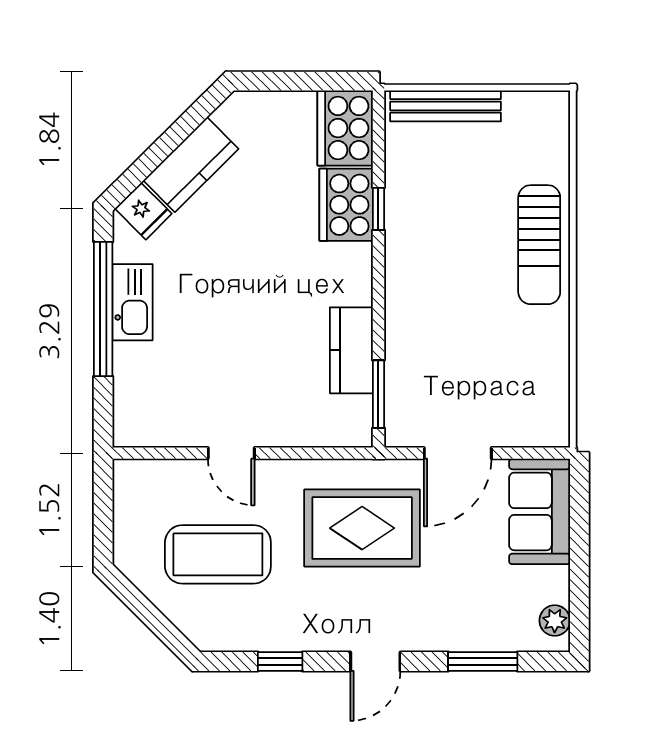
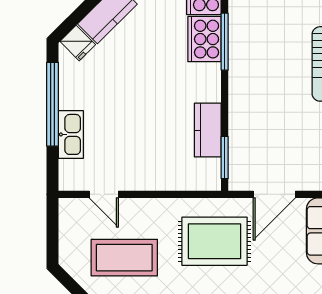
window: (378, 209) -> (225, 42), width x2.17
kitchen sink: (133, 302) -> (71, 134), moved
door: (231, 453) -> (104, 194), moved

